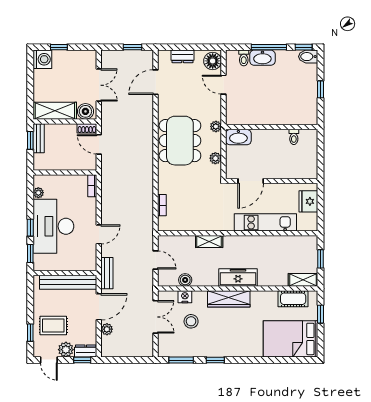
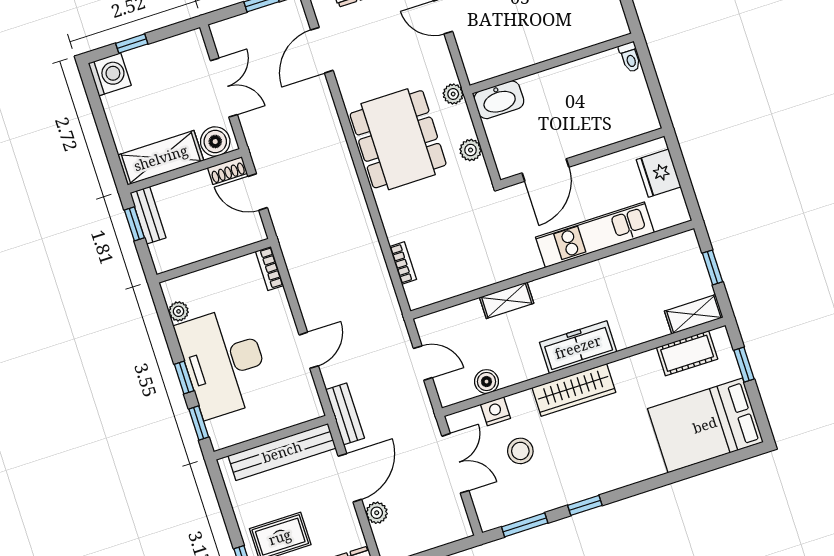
toilet: (294, 137) -> (630, 57), moved

